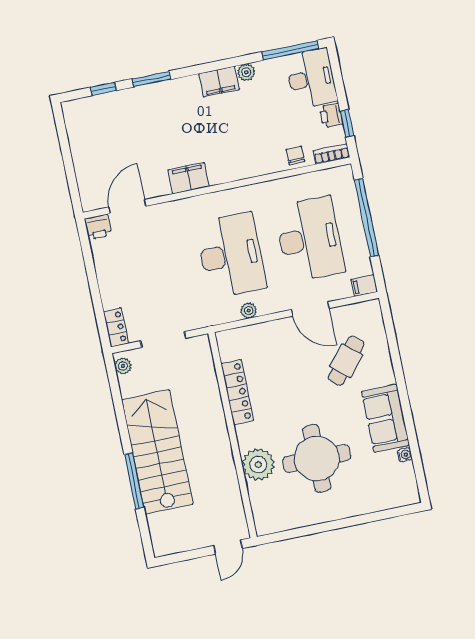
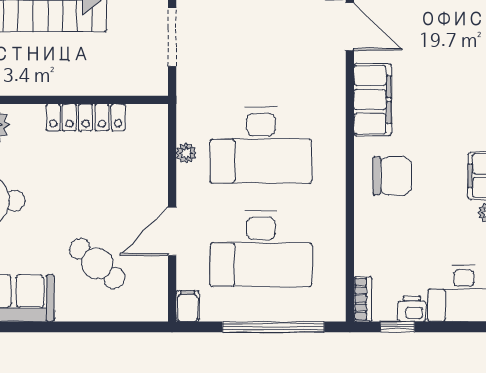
chair: (295, 155) -> (392, 176), moved, width x1.87, depth x1.87
filing cabinet: (189, 178) -> (373, 100), width x1.50, depth x1.17

